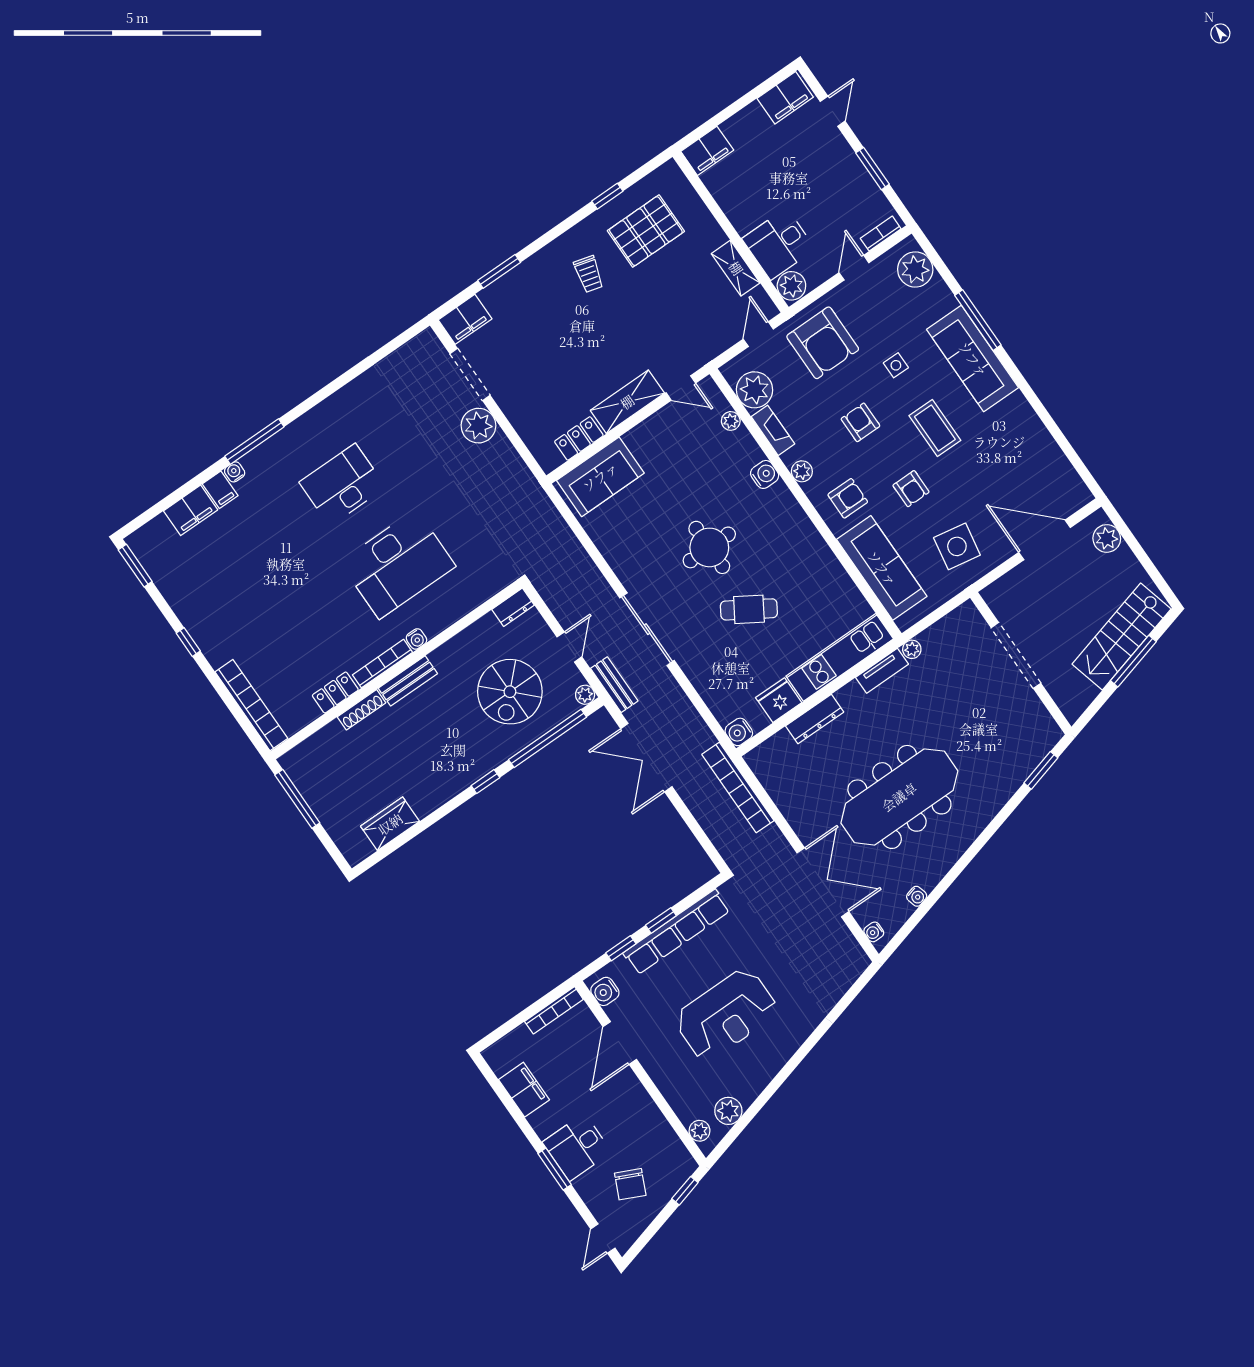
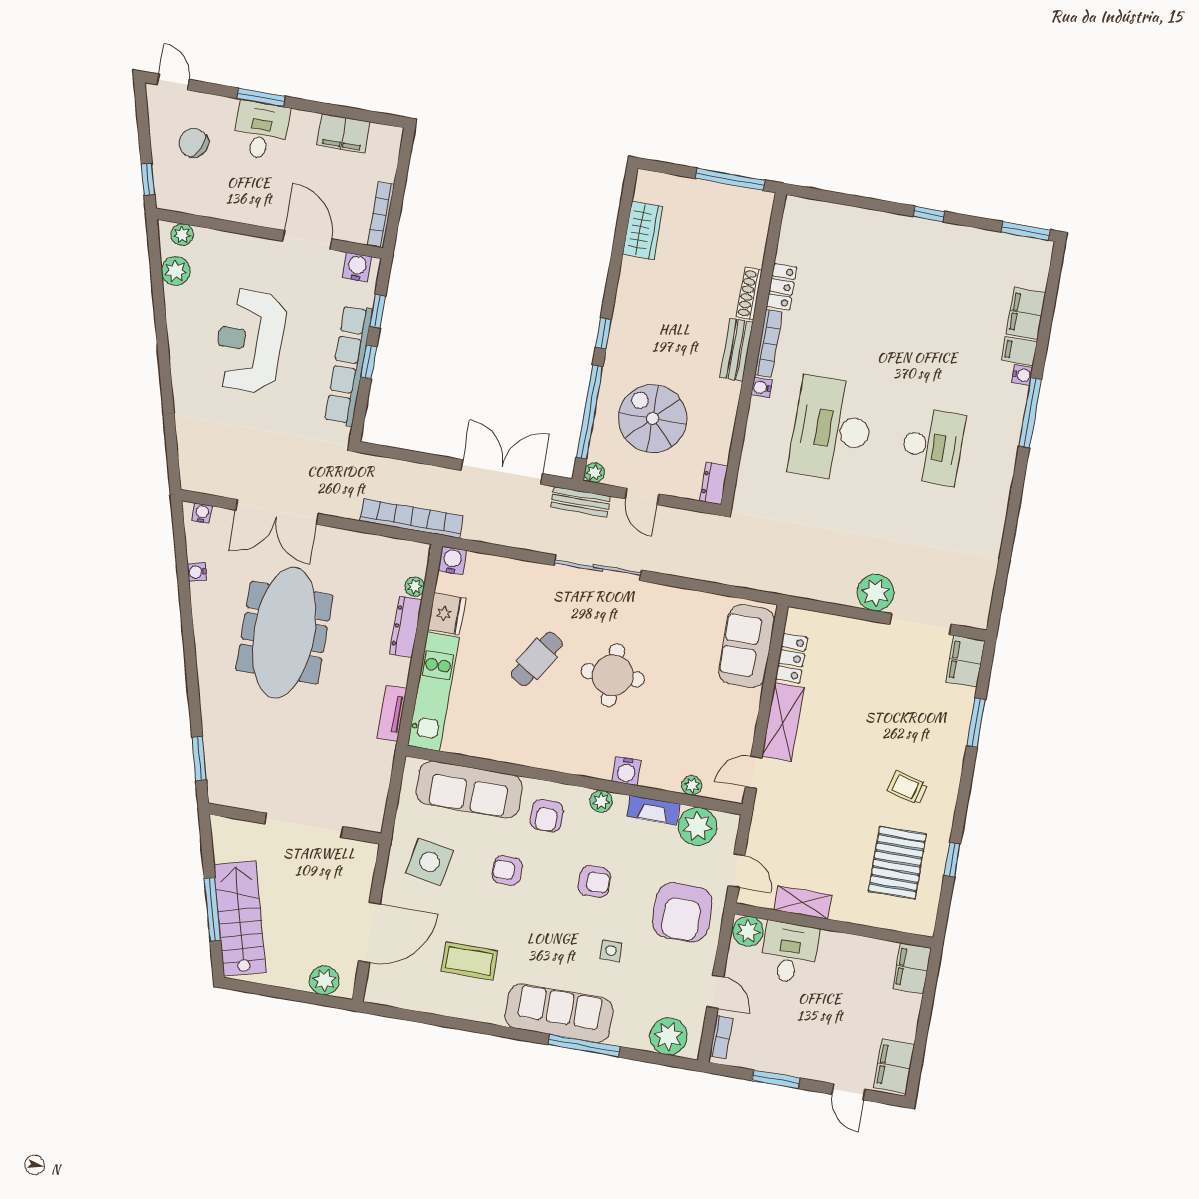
armchair: (823, 343) -> (682, 912), turned -90
coffee table: (935, 428) -> (469, 961), moved
plant: (912, 649) -> (415, 587), moved
bookcase: (251, 705) -> (834, 214), removed

